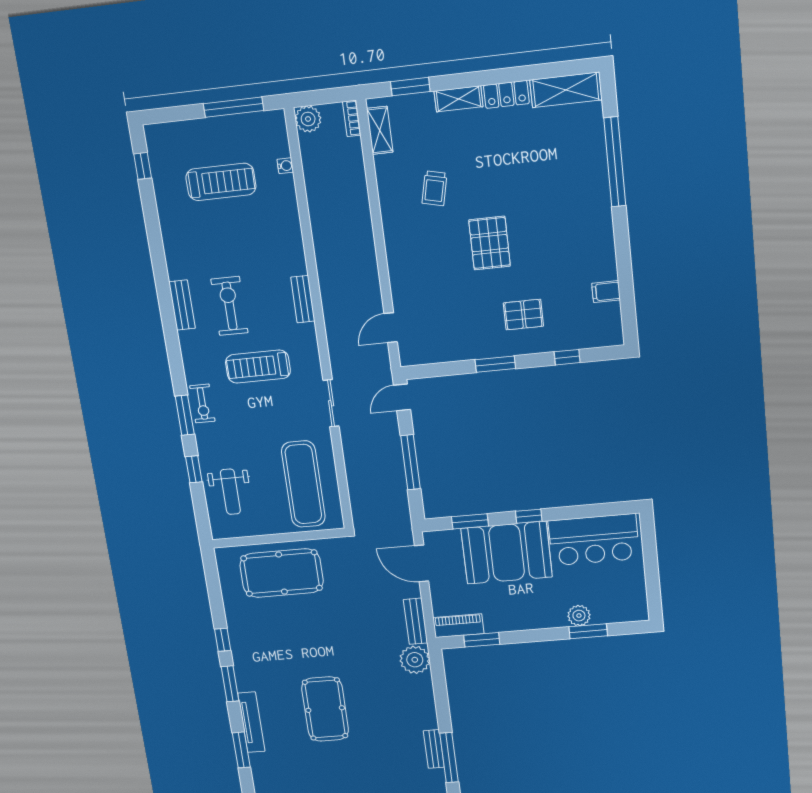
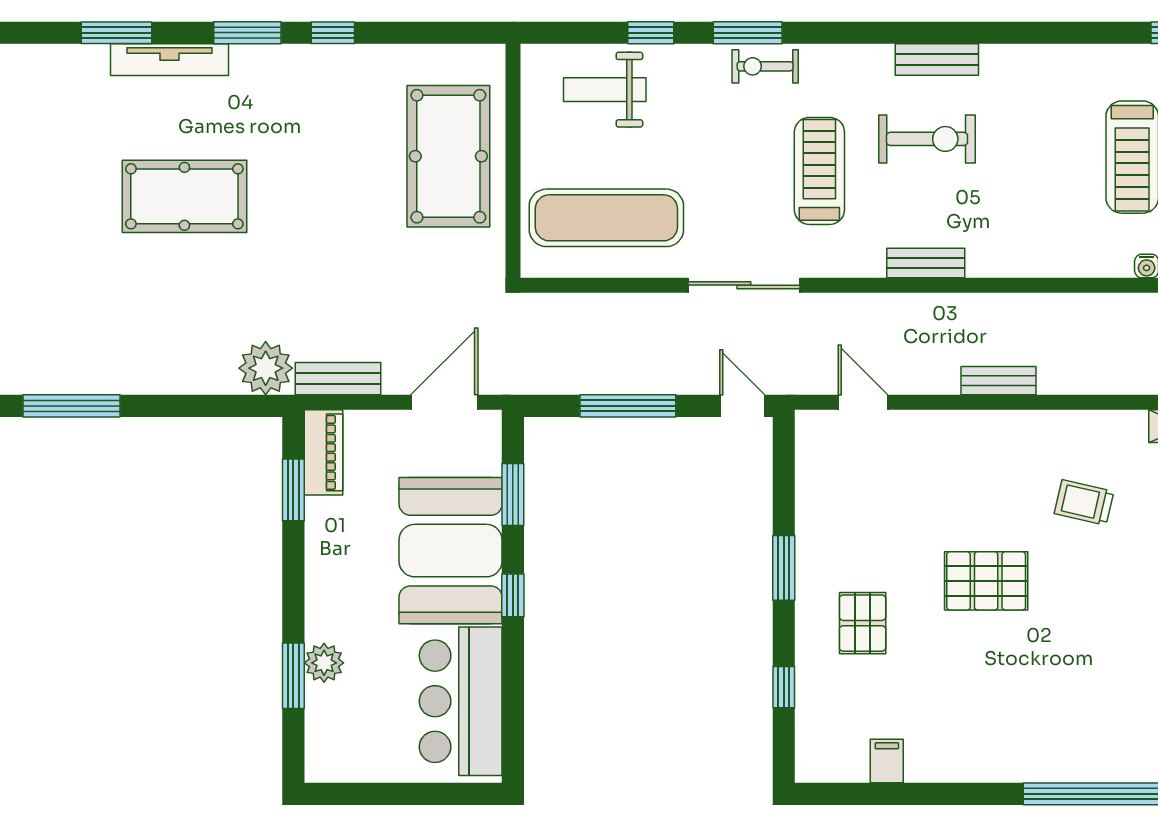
sliding door: (331, 403) -> (744, 285), width x1.37
bench: (434, 749) -> (999, 381), moved

